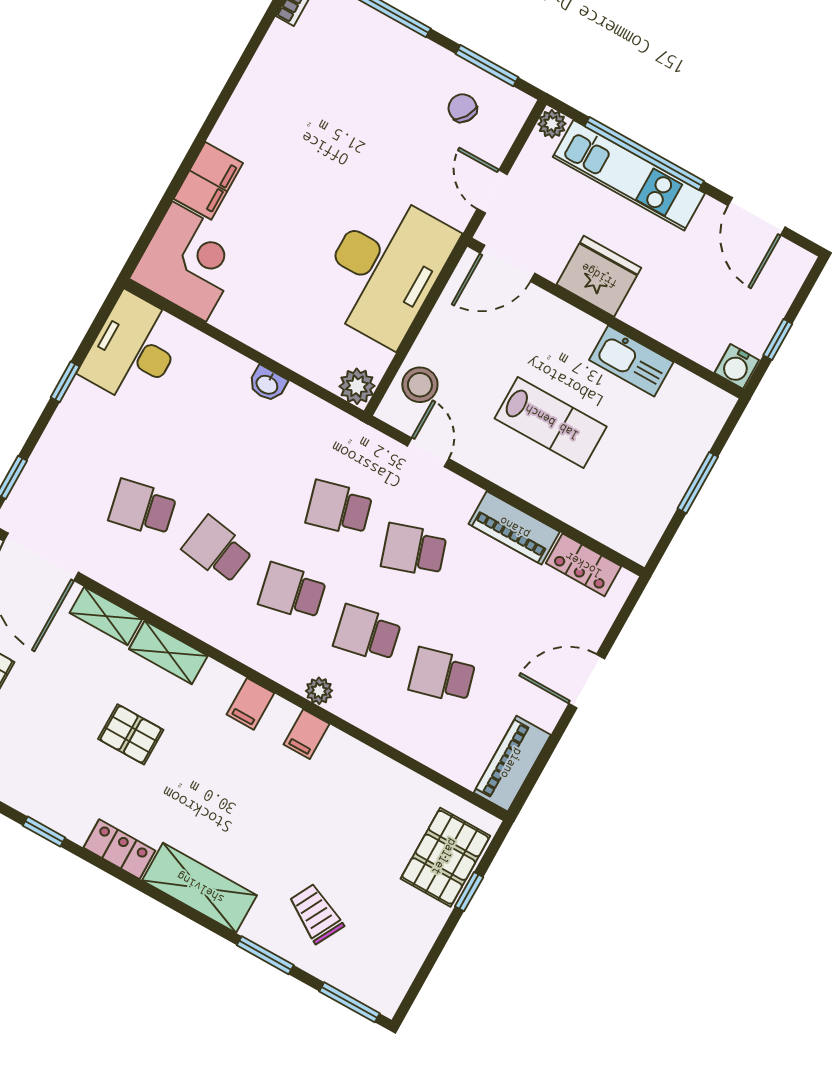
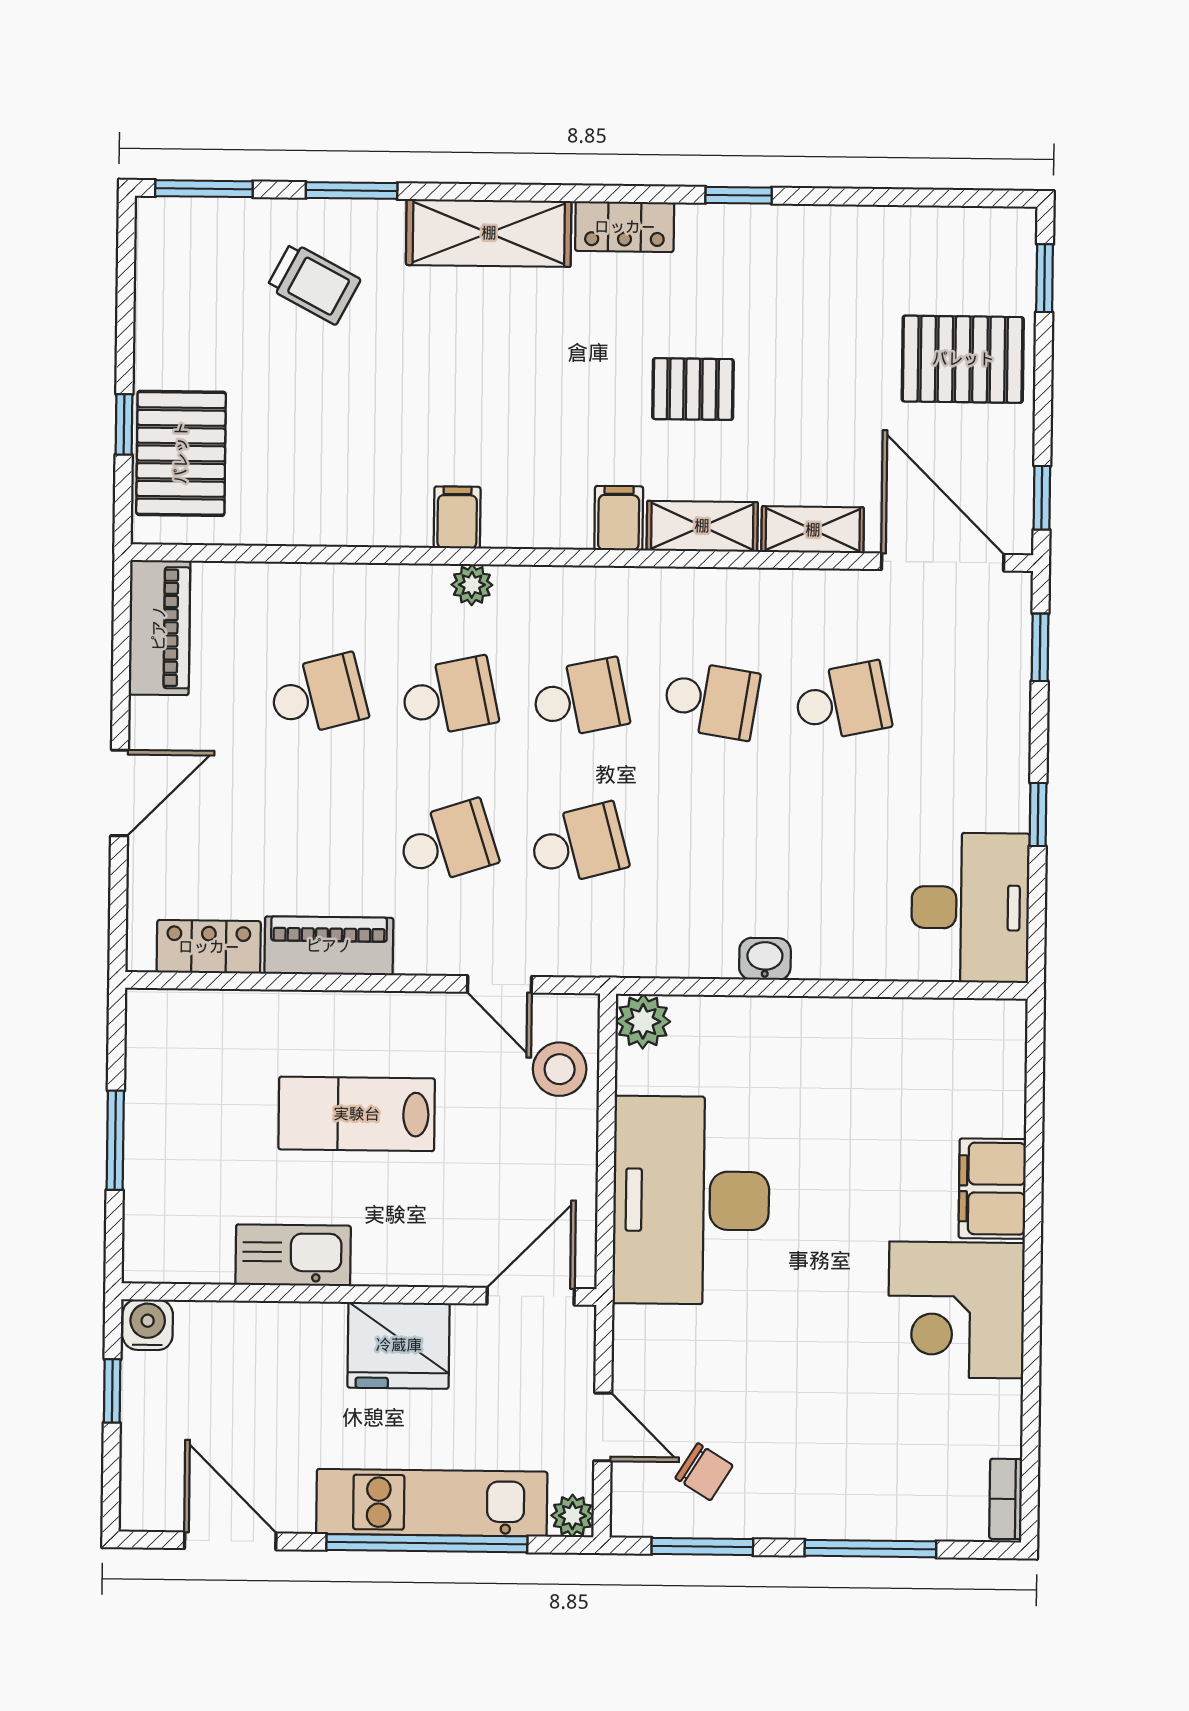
door: (492, 192) -> (603, 1427), moved
corner desk: (189, 262) -> (956, 1310), moved
filing cabinet: (250, 704) -> (619, 518), moved

